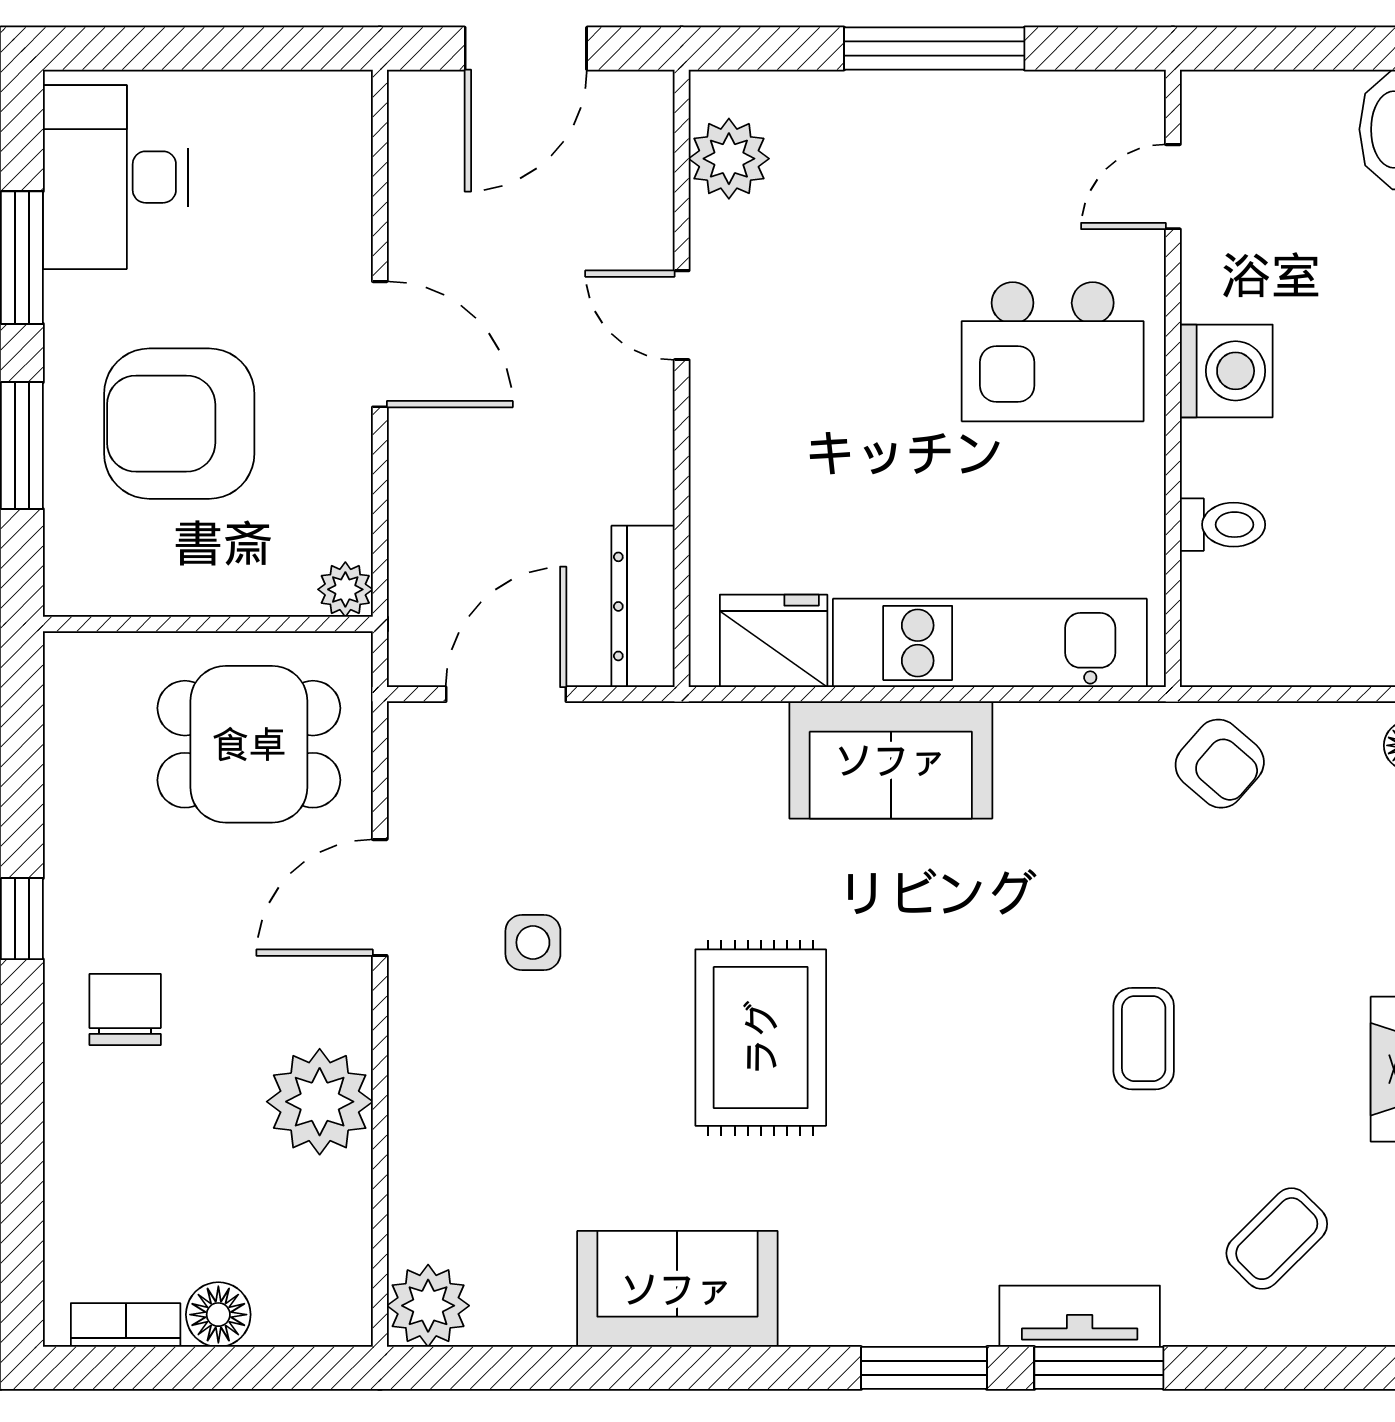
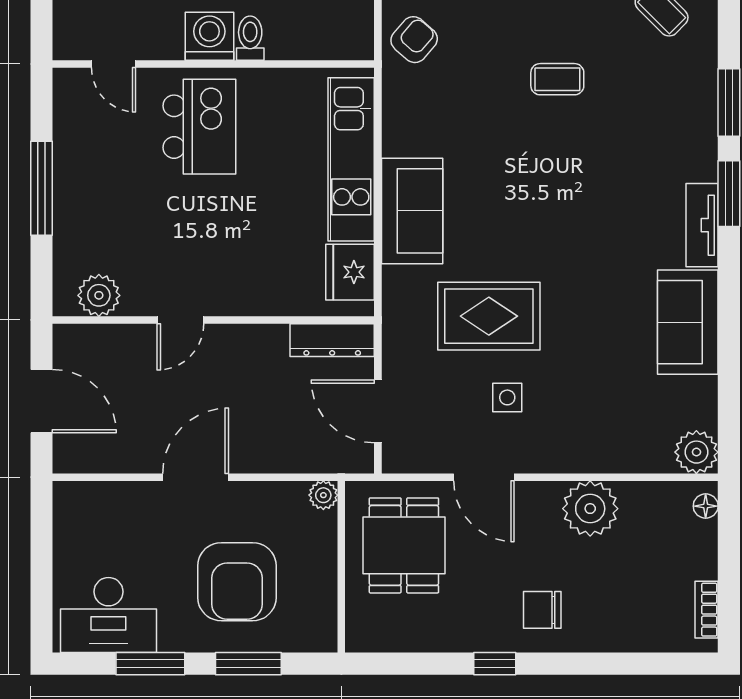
toilet: (1223, 525) -> (250, 38), moved
rug: (761, 1038) -> (489, 316), moved
floor lamp: (218, 1315) -> (706, 506), moved, width x0.73, depth x0.73
tv unit: (1080, 1316) -> (702, 225), moved

